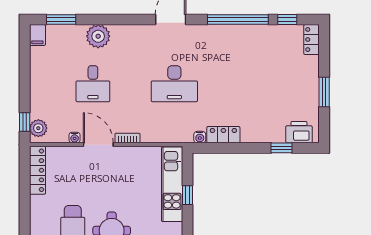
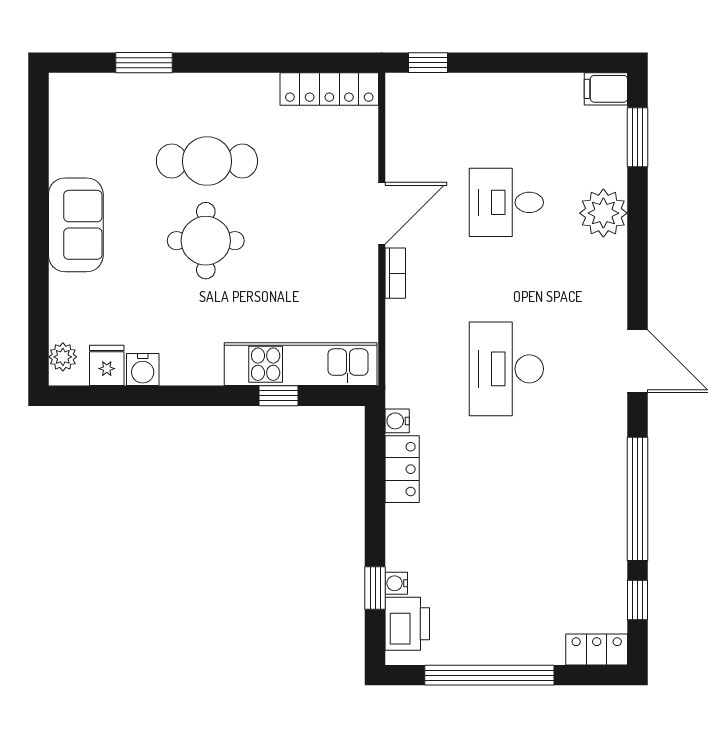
window: (324, 92) -> (489, 675), width x2.11
plant: (38, 128) -> (415, 91), removed
water cooler: (75, 138) -> (396, 583), moved

